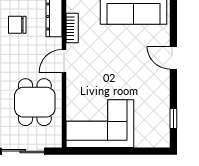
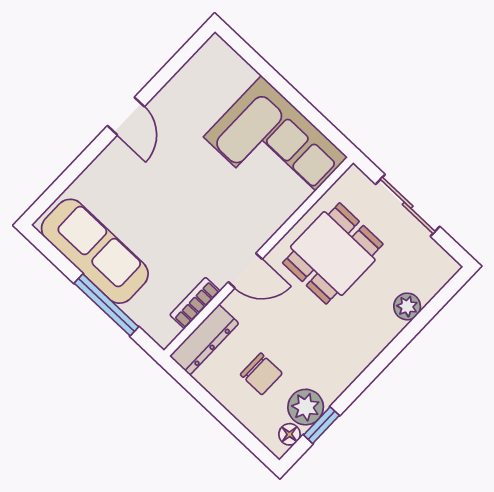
door: (173, 58) -> (126, 116), moved
window: (173, 119) -> (175, 64), removed

